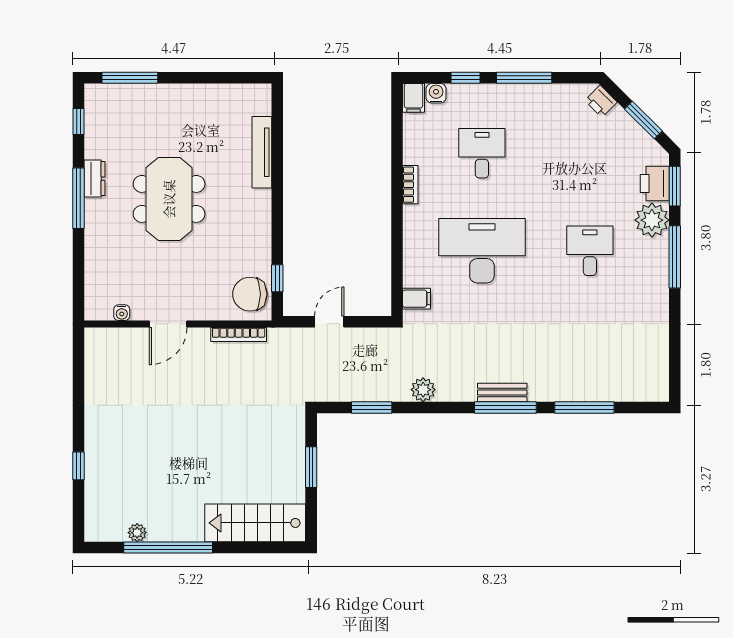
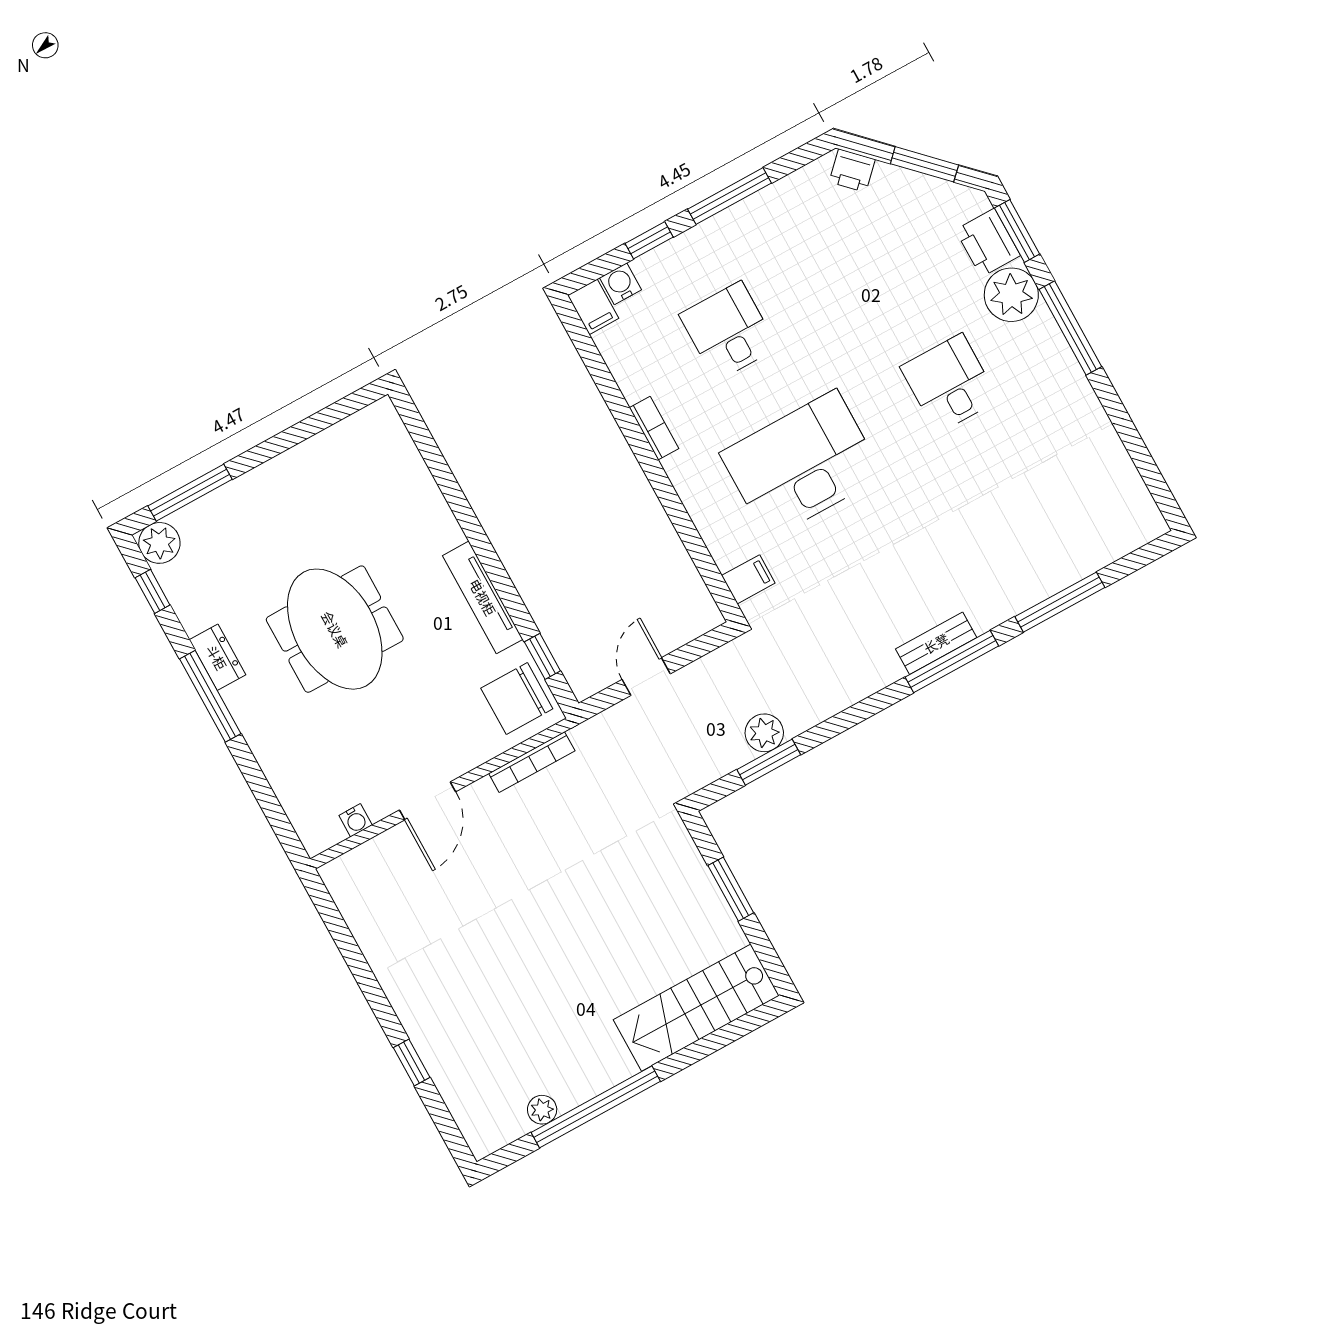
plant: (97, 96) -> (159, 543), added
tv unit: (262, 152) -> (483, 597), moved
plant: (423, 390) -> (764, 733), moved

